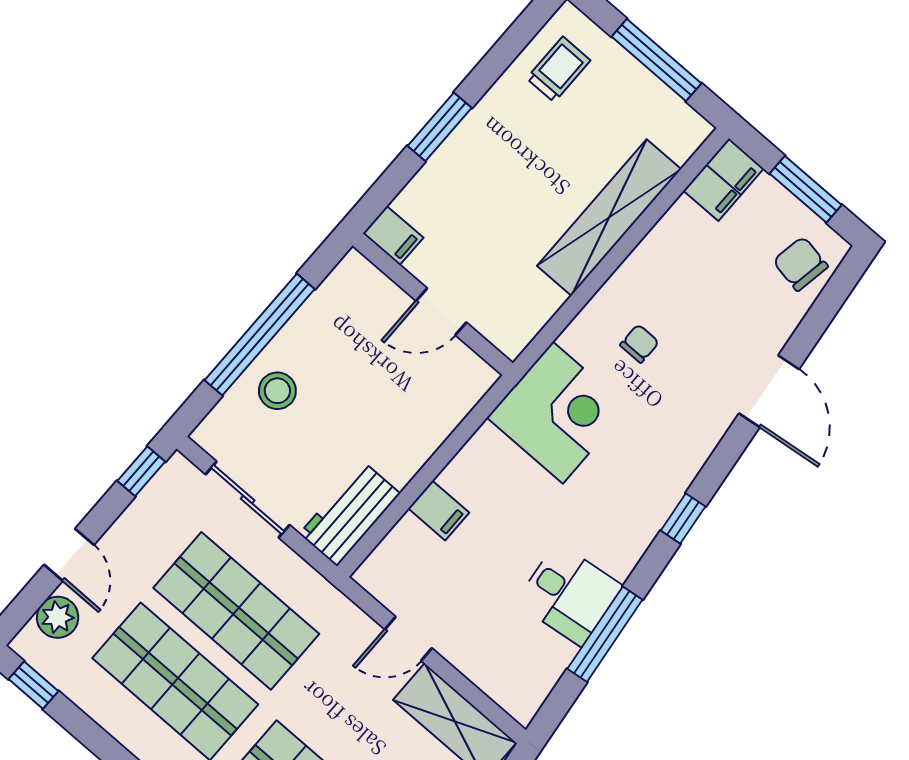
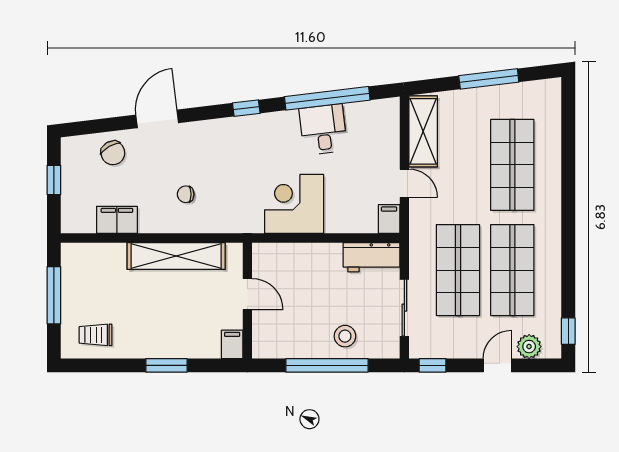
filing cabinet: (724, 180) -> (117, 220), moved
window: (806, 189) -> (54, 180), width x0.67
shelving: (609, 218) -> (176, 256), moved
chair: (800, 264) -> (113, 153), moved, turned -40
corner desk: (558, 413) -> (294, 204), moved
filing cabinet: (439, 510) -> (389, 219), moved
window: (605, 634) -> (327, 98), width x1.46

